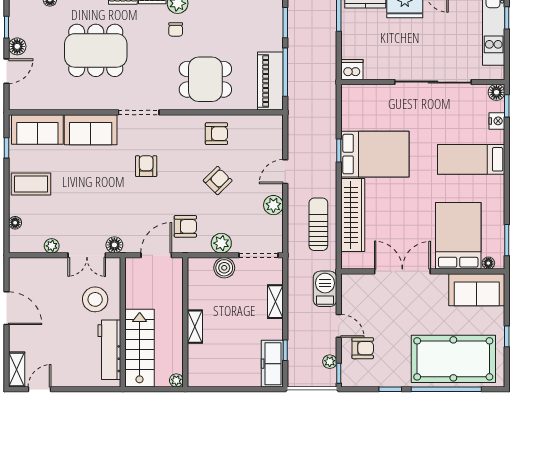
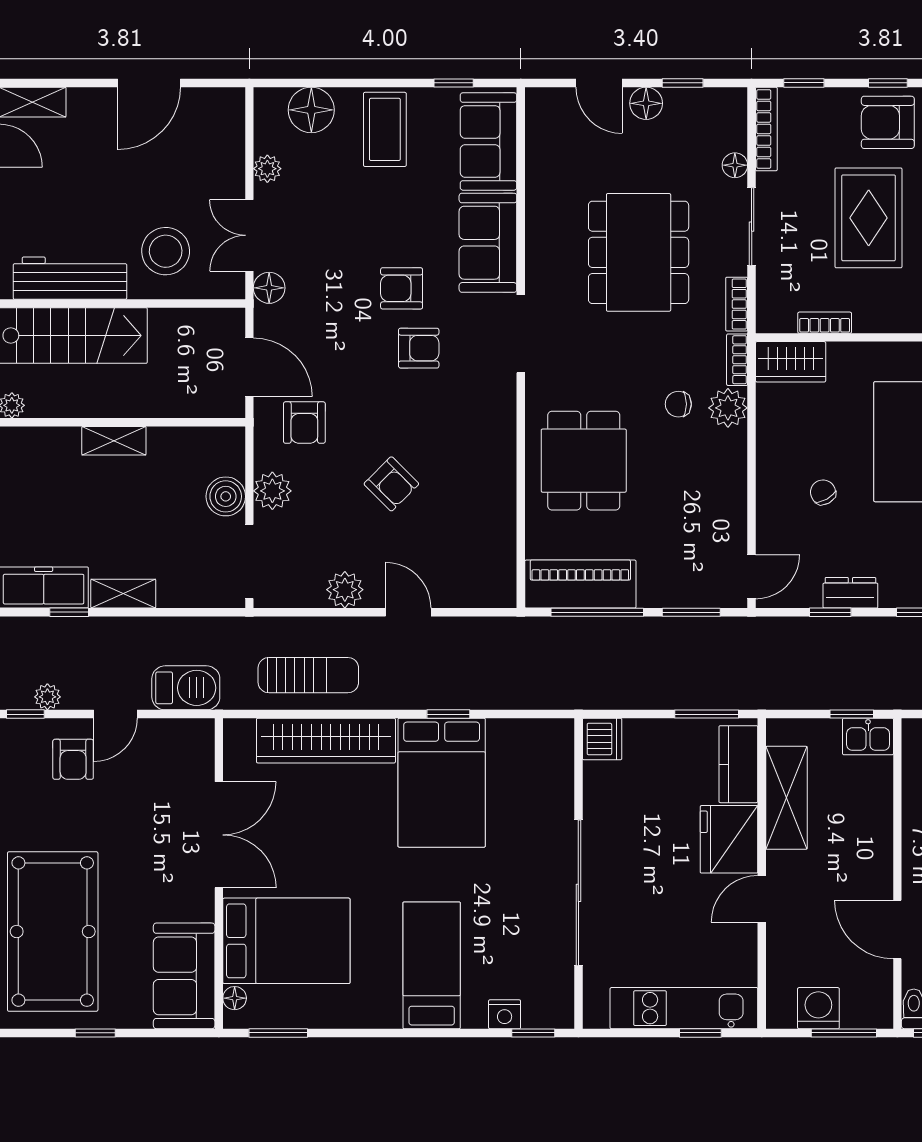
floor lamp: (496, 92) -> (559, 1013), removed
armchair: (216, 134) -> (402, 288), moved, turned 90
floor lamp: (15, 223) -> (311, 110), width x1.89, depth x1.89
shelving: (275, 302) -> (123, 594), moved

